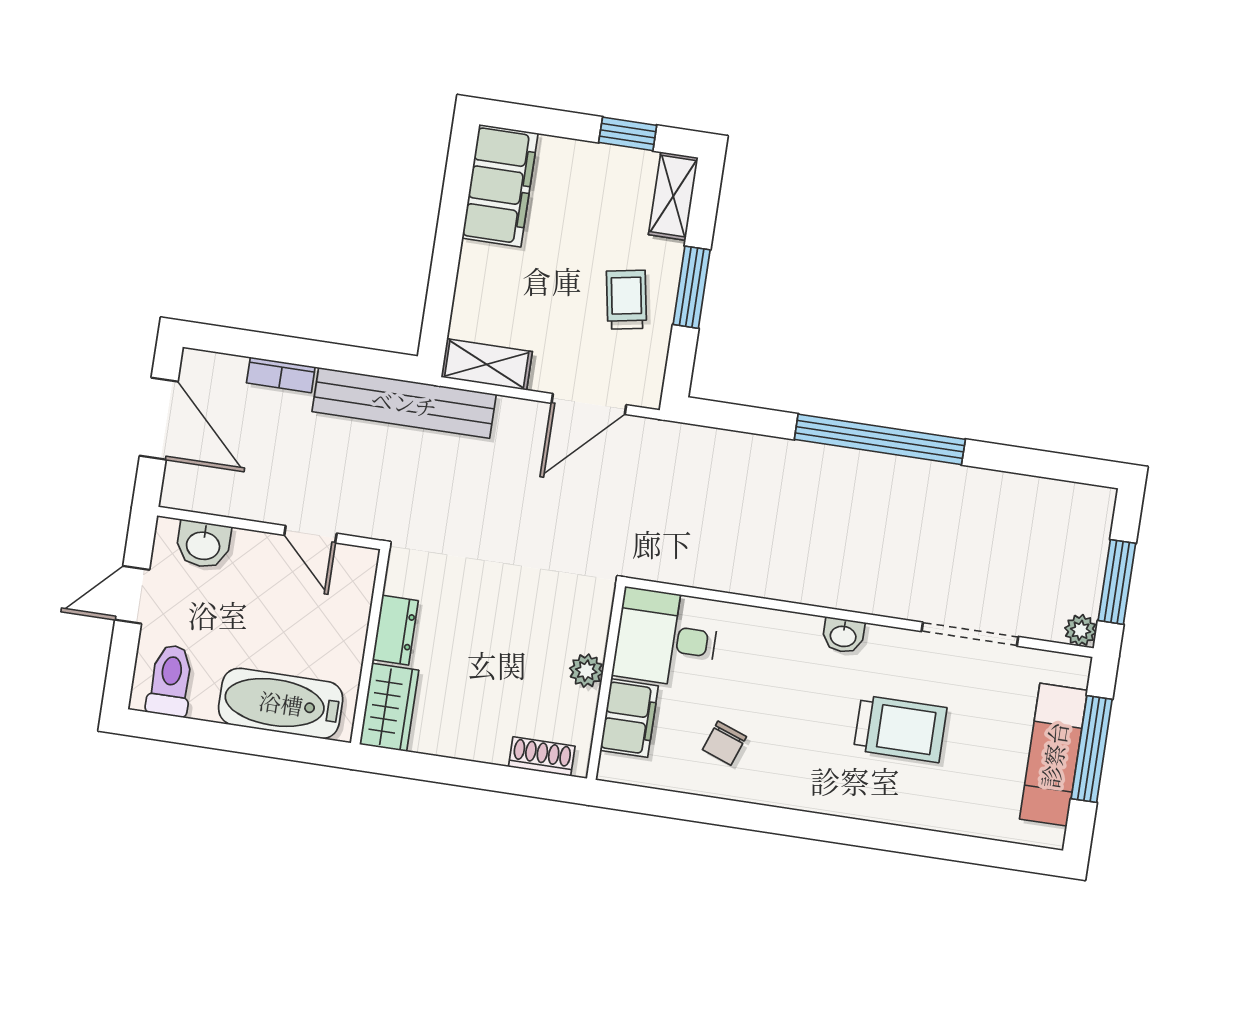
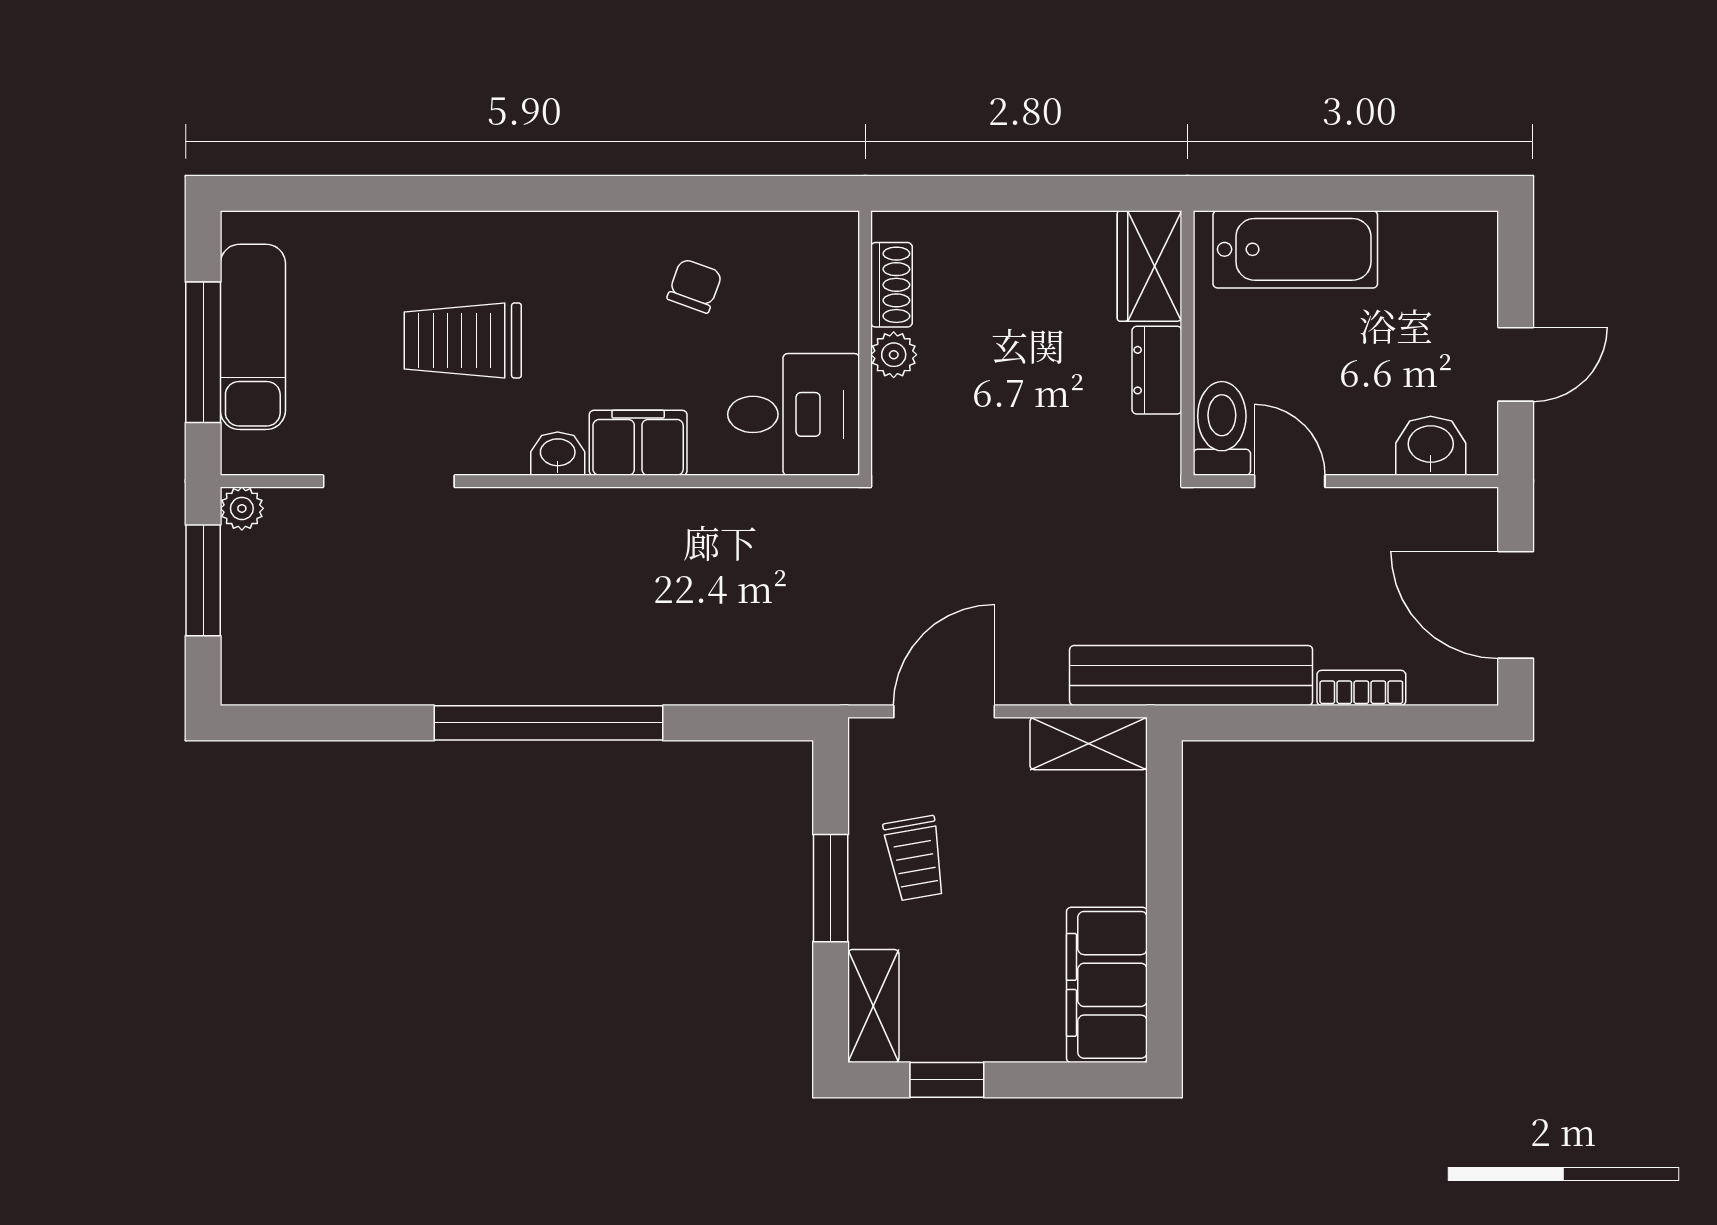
toilet: (170, 681) -> (1222, 428), moved, turned 180
filing cabinet: (629, 718) -> (638, 443), moved, turned 90
shoe rack: (542, 756) -> (891, 285), moved, turned -90

